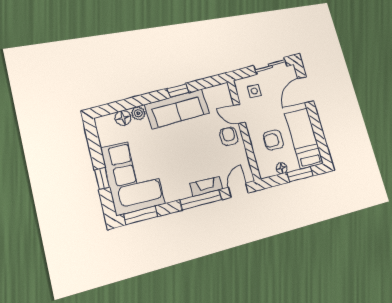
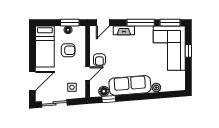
window: (178, 90) -> (109, 99), moved
door: (239, 114) -> (88, 73), hinge flipped
floor lamp: (123, 118) -> (104, 91), moved
window: (300, 174) -> (70, 23), moved
window: (201, 200) -> (141, 23), moved

